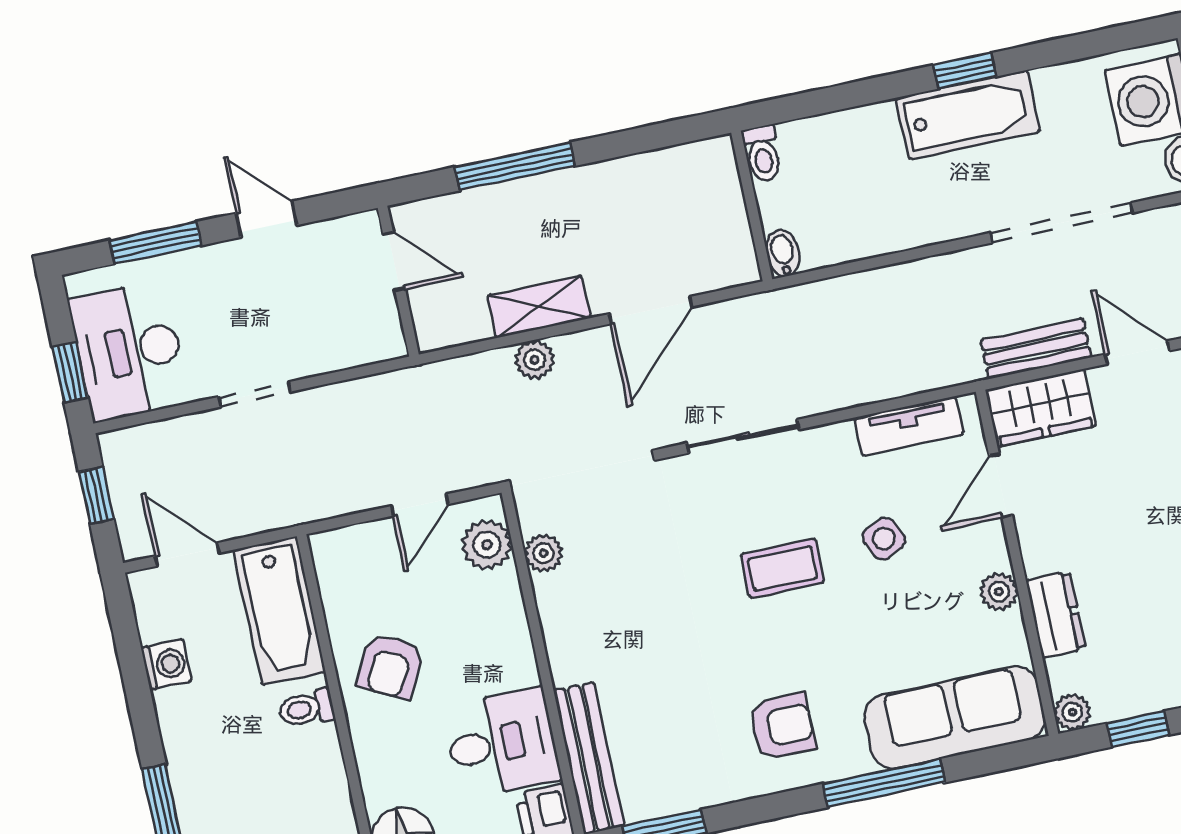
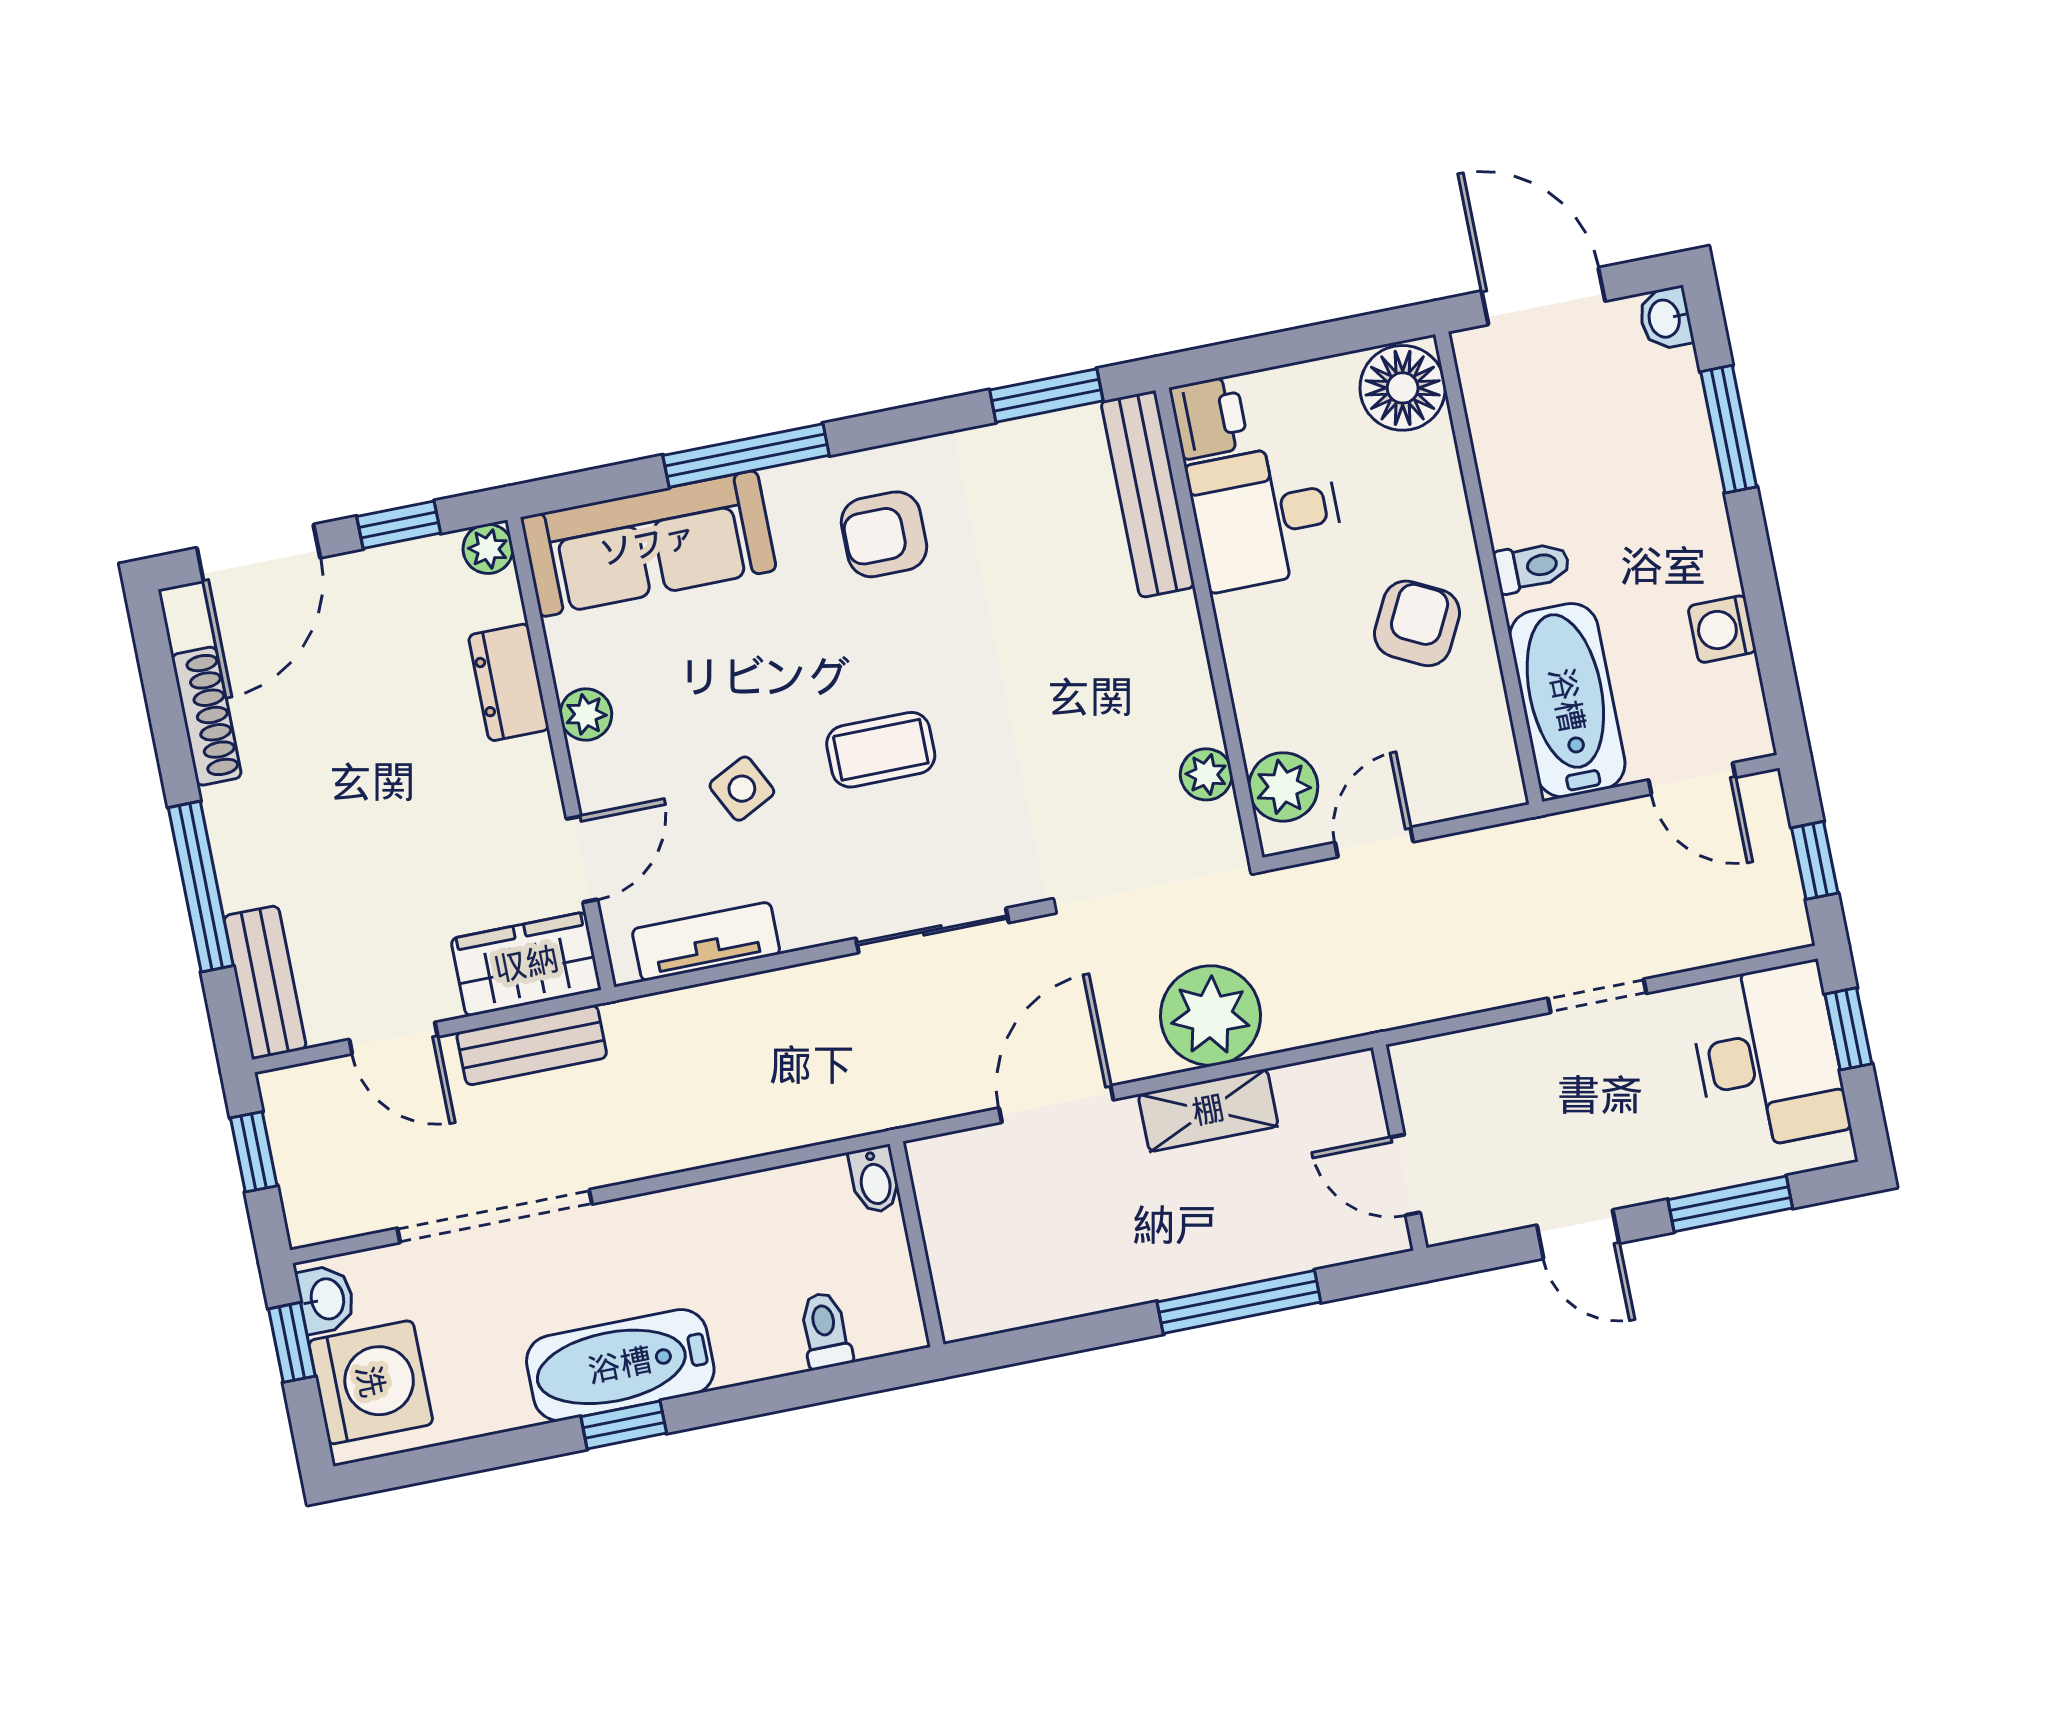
toilet: (762, 154) -> (825, 1331), moved
plant: (535, 360) -> (1210, 1016), width x1.88, depth x1.88

